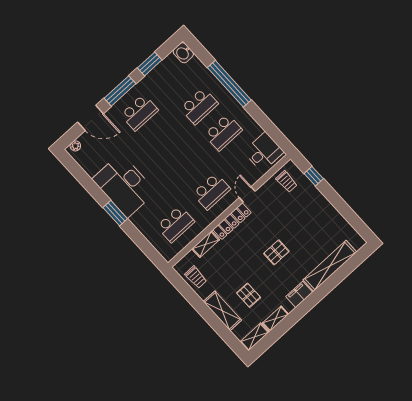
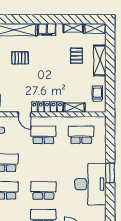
school desk: (163, 139) -> (43, 190), added
door: (247, 194) -> (24, 114), hinge flipped
pallet: (276, 252) -> (20, 58), moved

